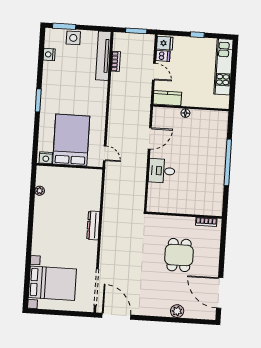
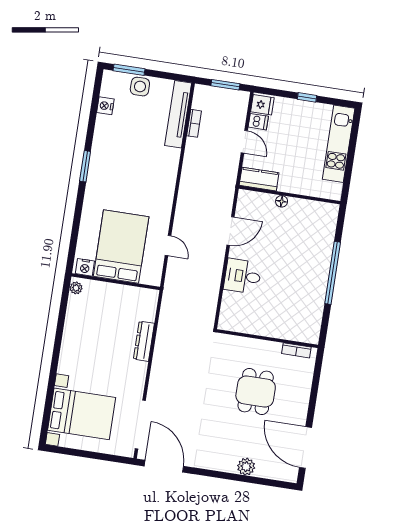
bed: (71, 140) -> (121, 247), moved
nightstand: (46, 158) -> (85, 267), moved
wall: (70, 166) -> (116, 282), moved

